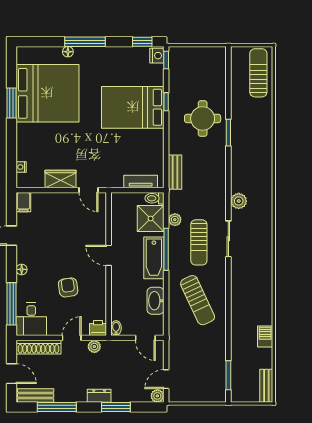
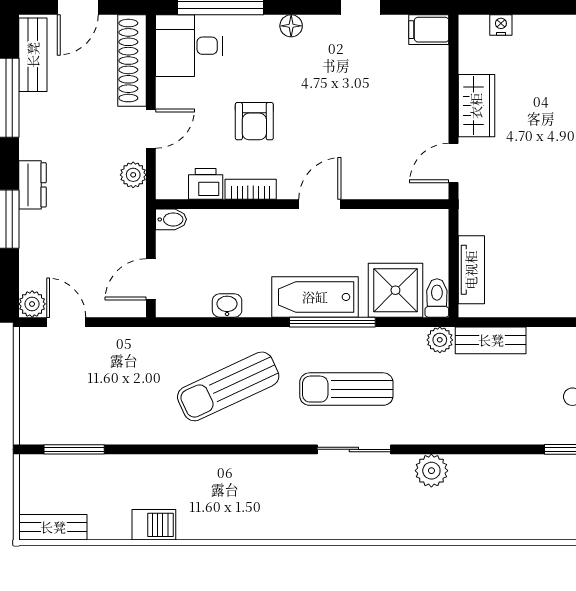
plant: (175, 220) -> (440, 340), moved
armchair: (68, 287) -> (254, 121), turned 98
bookcase: (101, 289) -> (251, 189), added
washbasin: (155, 301) -> (227, 305), width x0.52, depth x0.69
printer: (98, 328) -> (206, 184), moved, turned -90
door: (72, 338) -> (151, 129), hinge flipped

